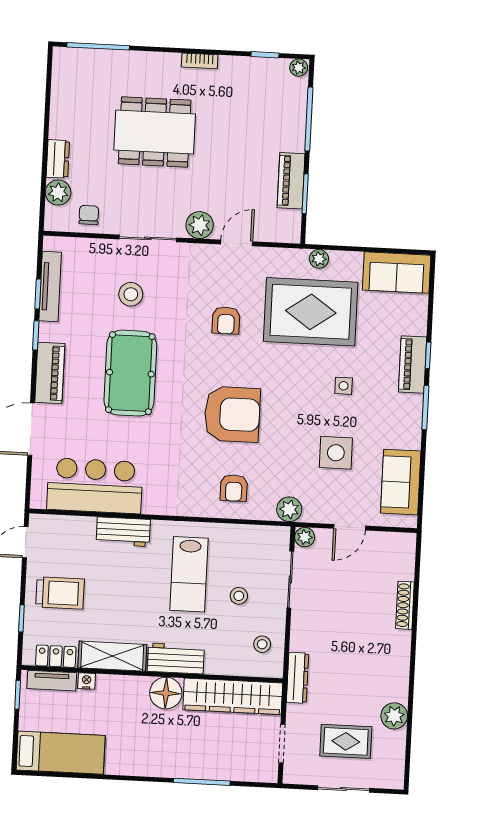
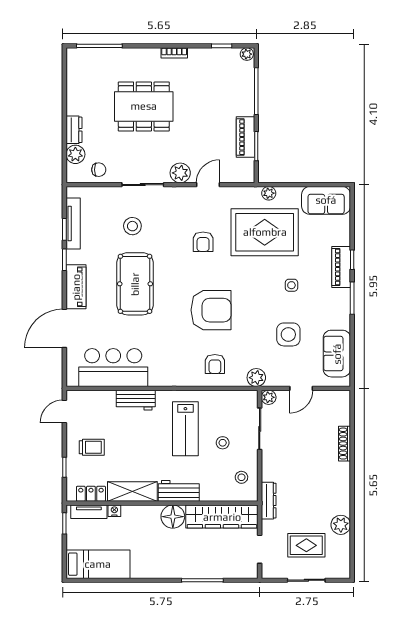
chair: (89, 215) -> (99, 170), turned 90
trolley: (60, 593) -> (92, 447), width x0.73, depth x0.72

